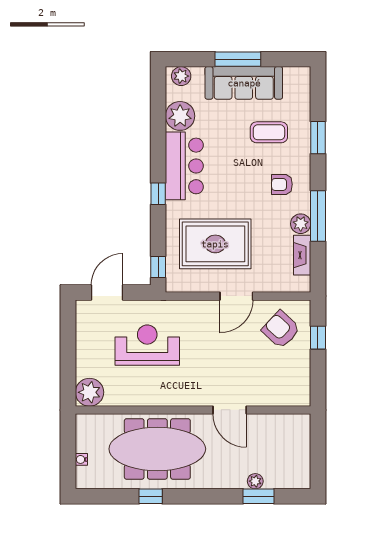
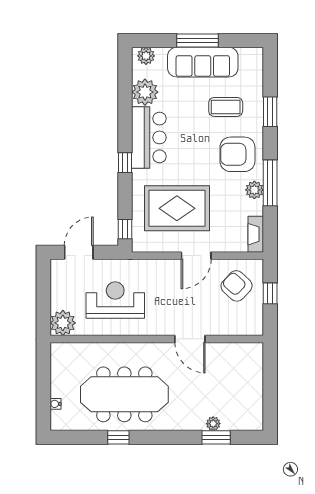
armchair: (282, 184) -> (237, 154), width x1.88, depth x1.88
fireplace: (302, 255) -> (256, 234), moved
plant: (89, 392) -> (63, 323), moved
wall: (193, 410) -> (157, 339), moved
door: (230, 410) -> (190, 339), moved

